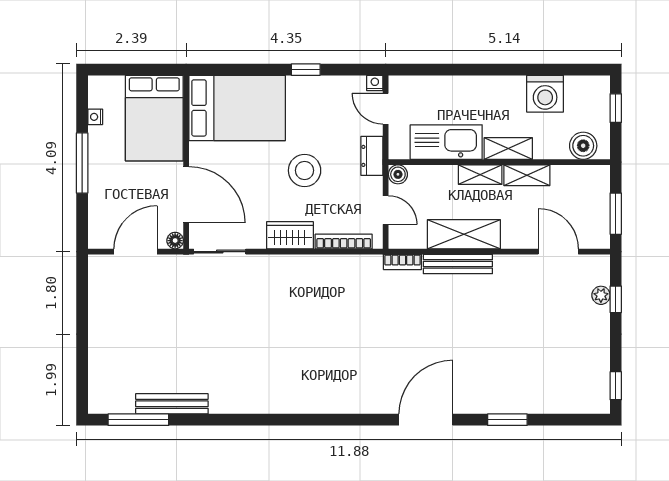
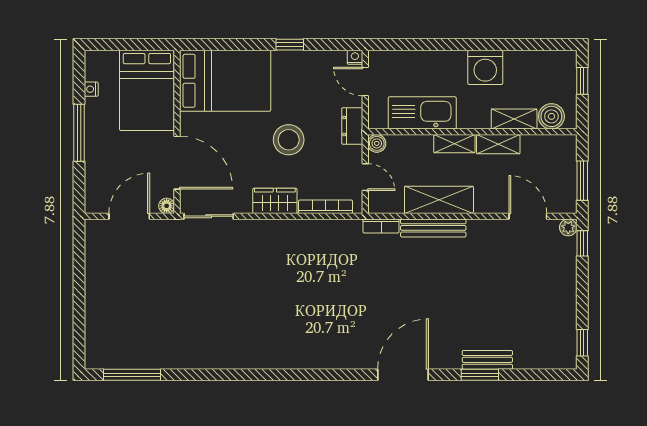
washing machine: (545, 94) -> (485, 67), moved
shelving: (508, 148) -> (514, 119), moved
plant: (601, 295) -> (568, 227), moved
window: (616, 299) -> (582, 243), moved
bench: (172, 404) -> (487, 360), moved, width x0.73

